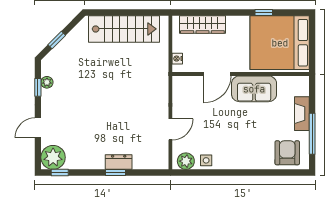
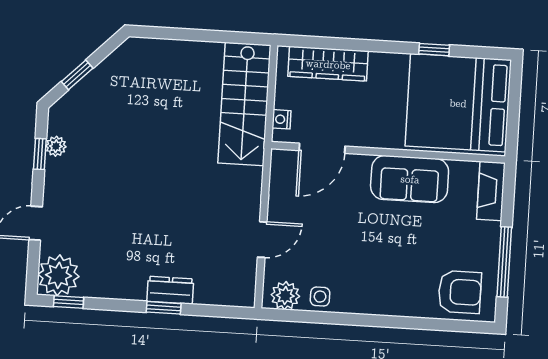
stairs: (124, 29) -> (244, 104), moved, turned 90
door: (217, 74) -> (322, 148), moved
fireplace: (302, 114) -> (491, 191), moved
armchair: (287, 153) -> (460, 292), turned 90

